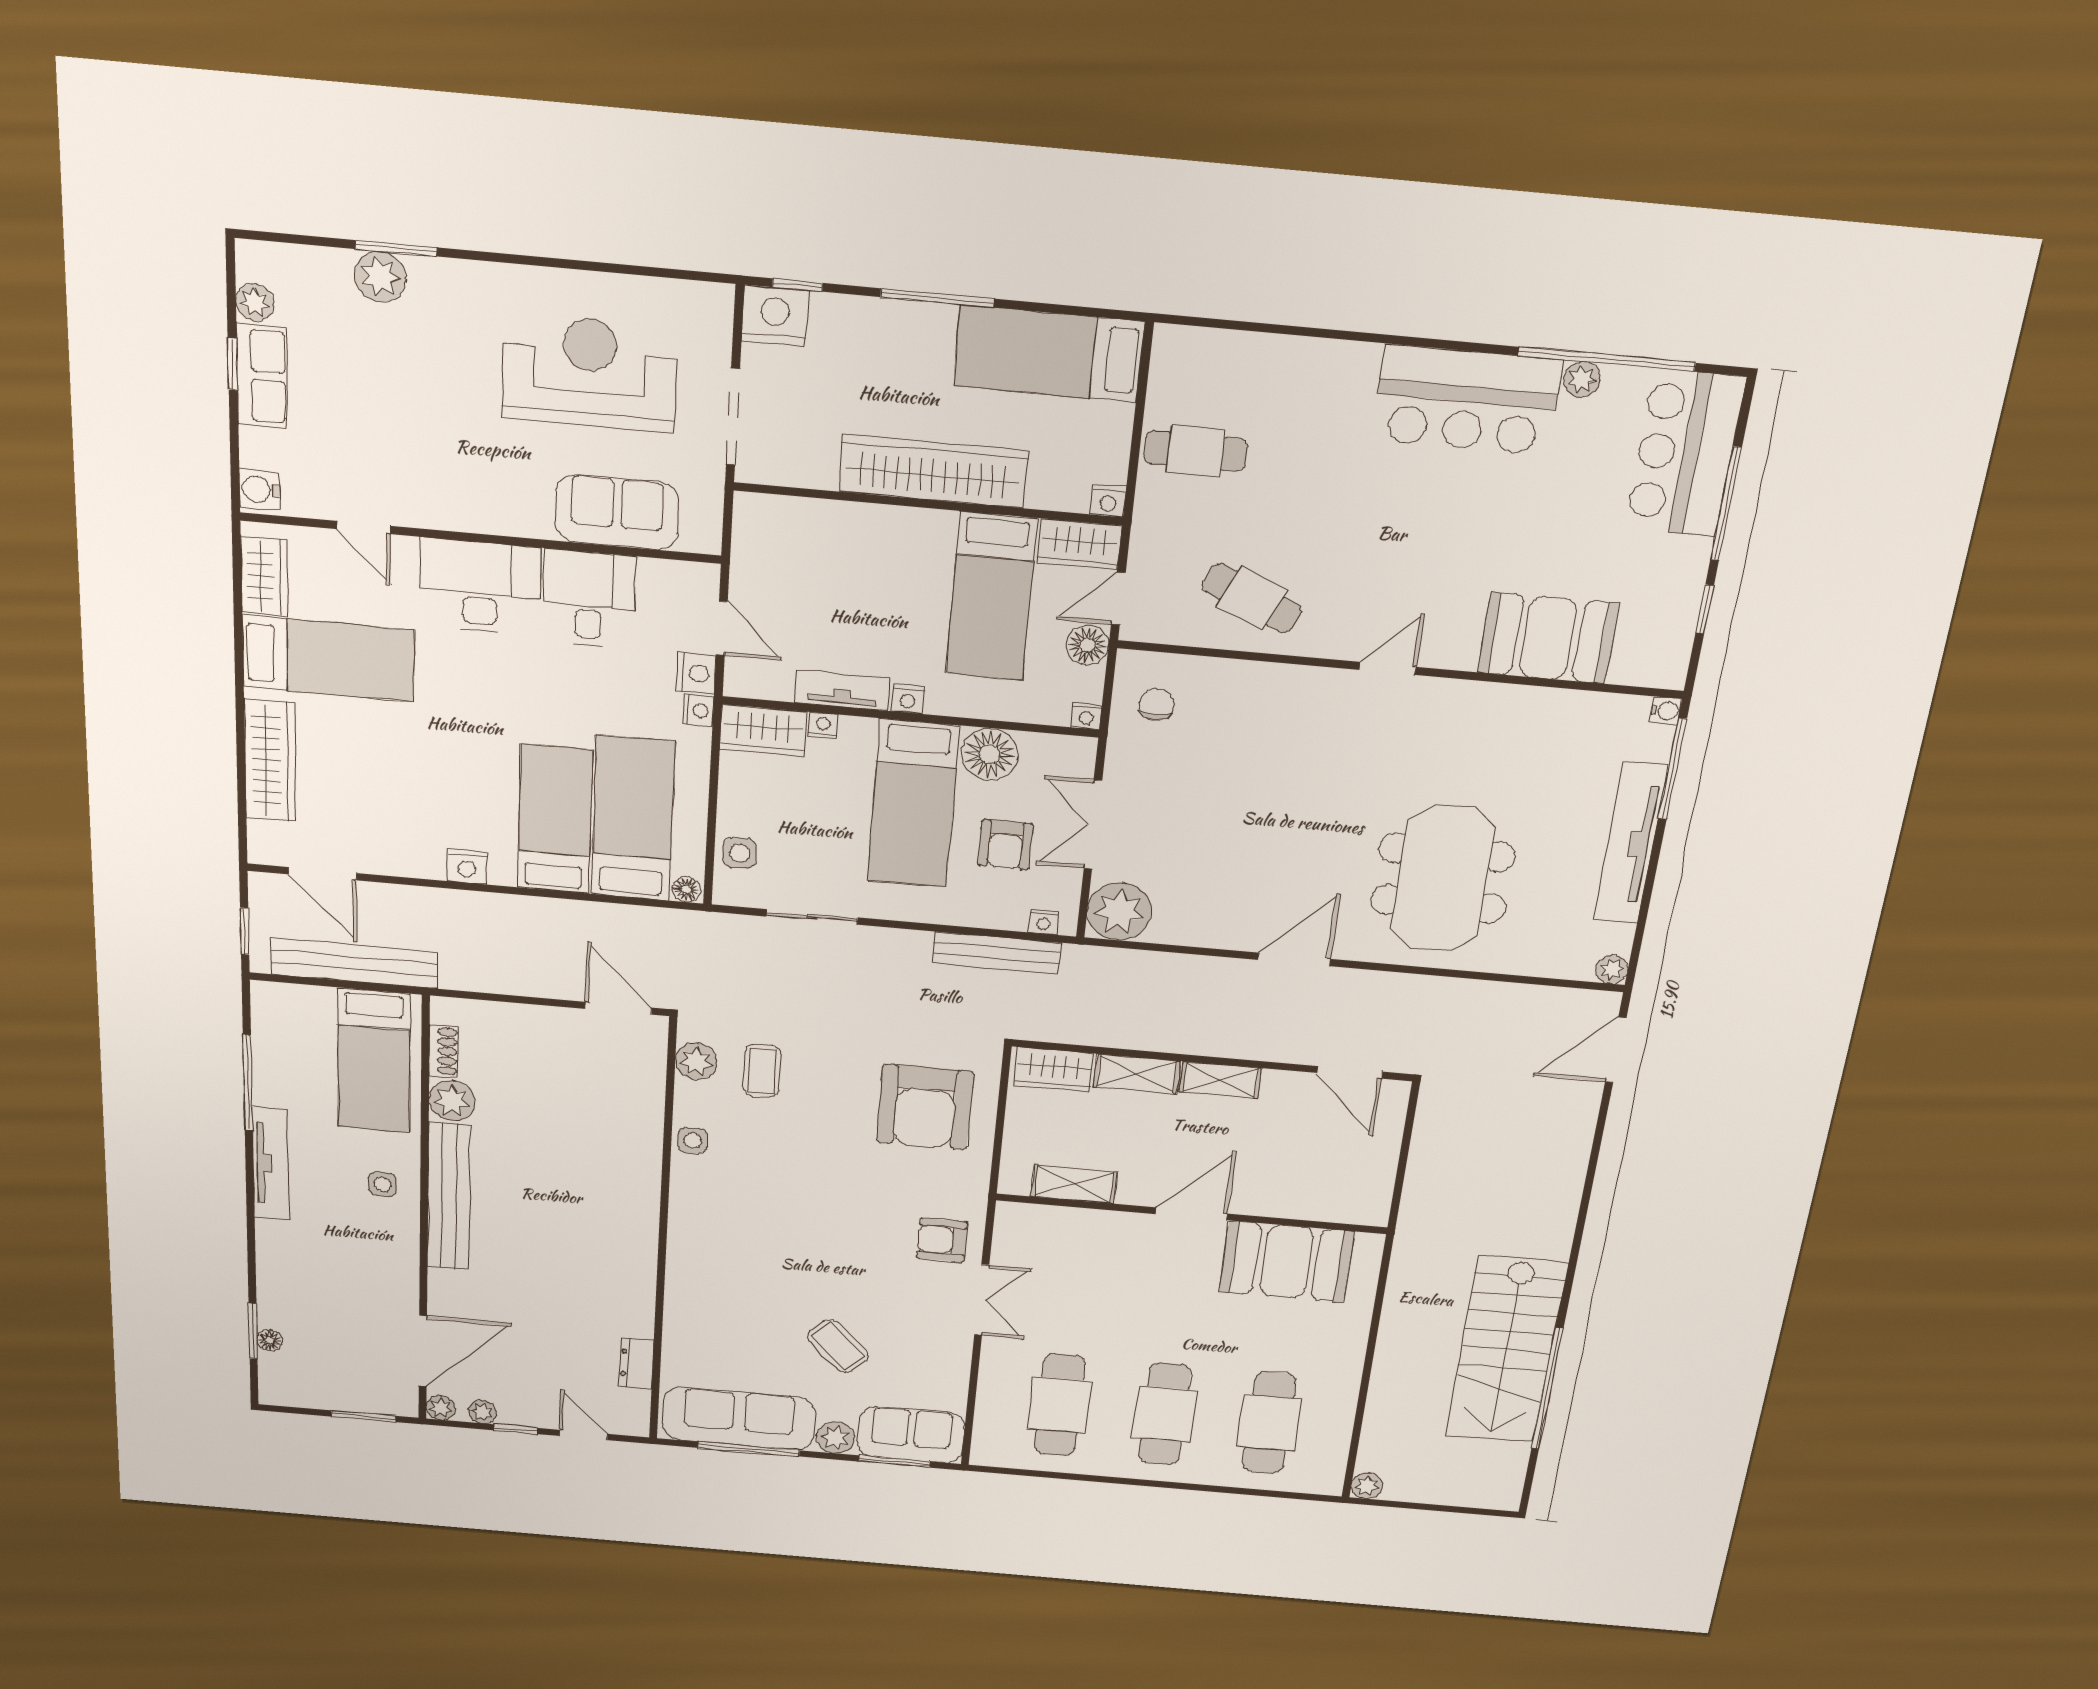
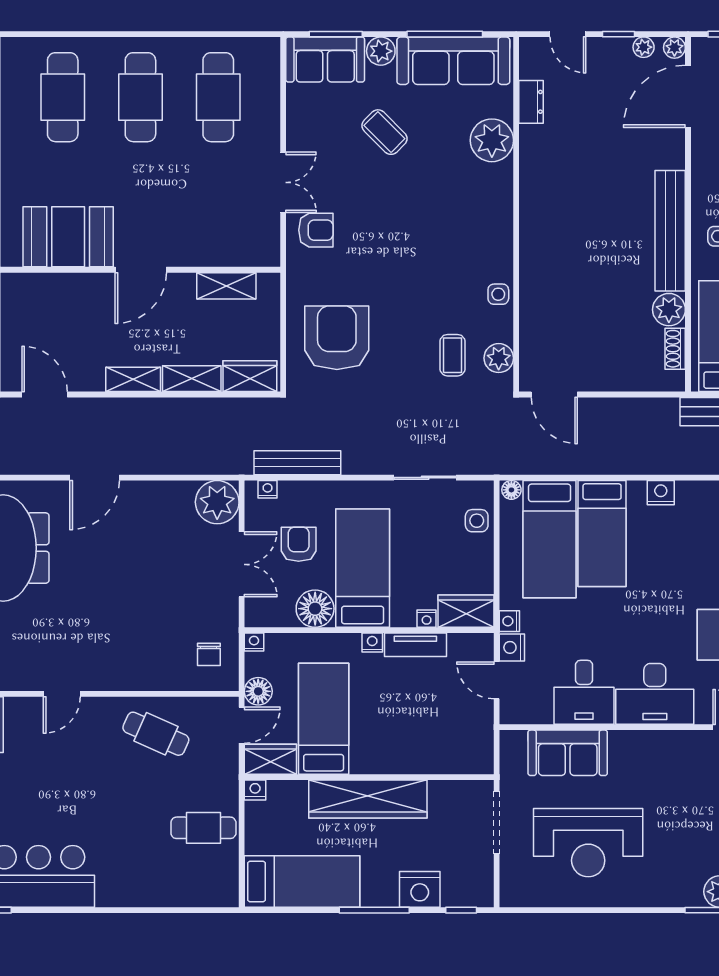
nightstand: (775, 316) -> (420, 889), moved
double door: (982, 1300) -> (283, 182), swing flipped
plant: (692, 1324) -> (492, 140), added

